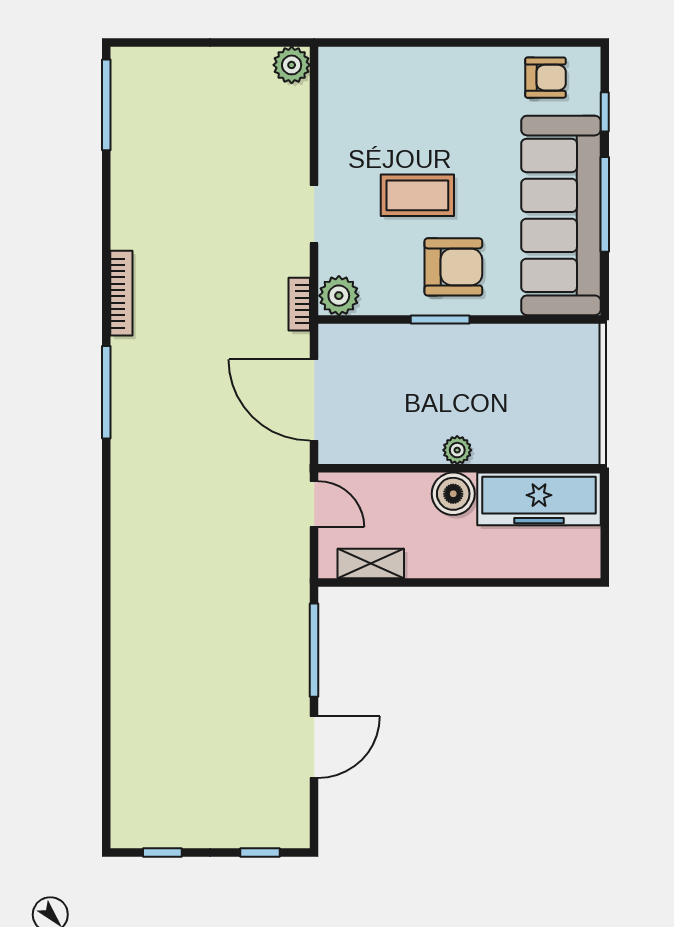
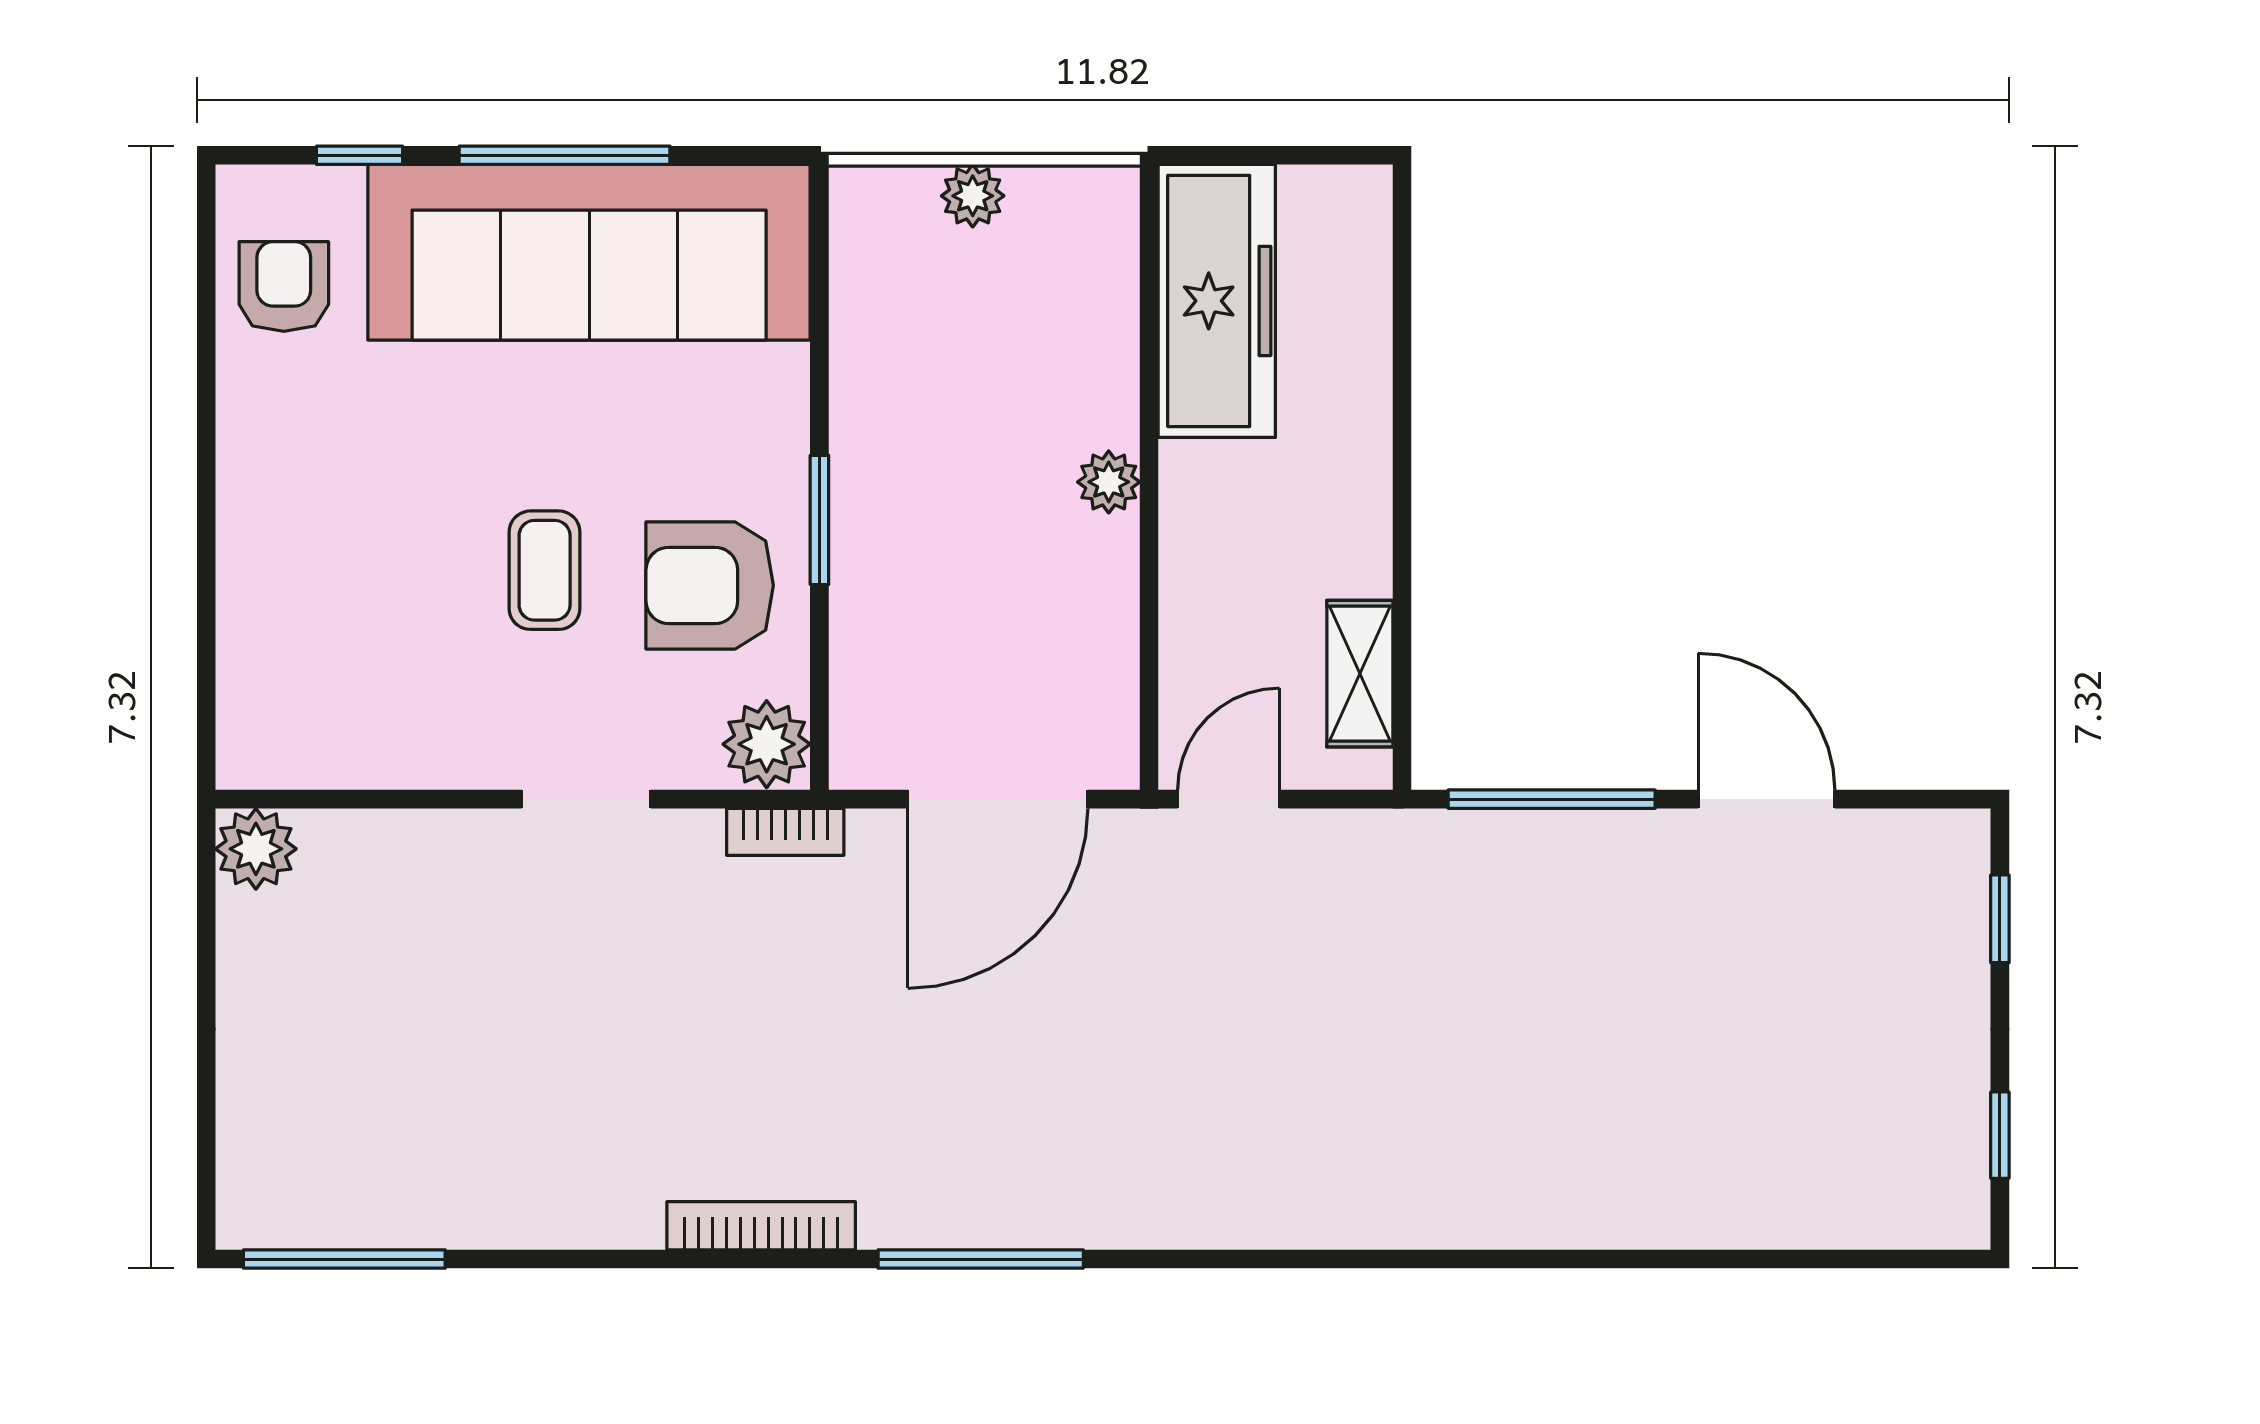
coffee table: (417, 195) -> (545, 570), width x0.73, depth x0.77
armchair: (453, 267) -> (710, 585), moved, turned -90
plant: (586, 389) -> (973, 196), added
boiler: (453, 494) -> (1205, 491), removed

